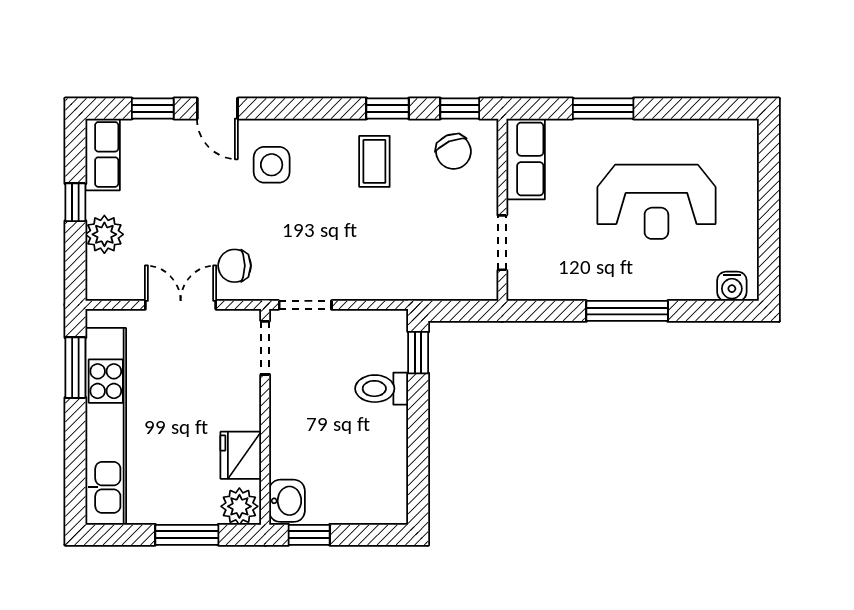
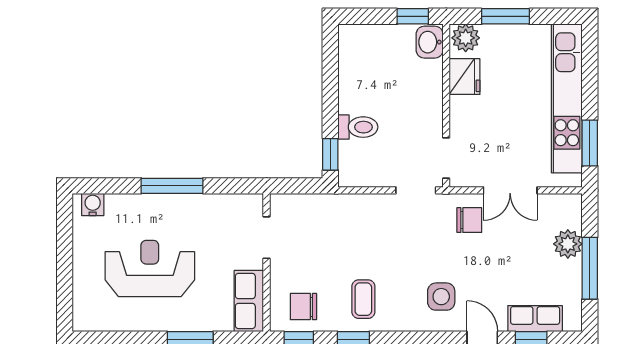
chair: (453, 152) -> (303, 307), turned -67
row of seats: (103, 154) -> (535, 319), moved, turned 90
window: (75, 202) -> (590, 268), width x2.17

